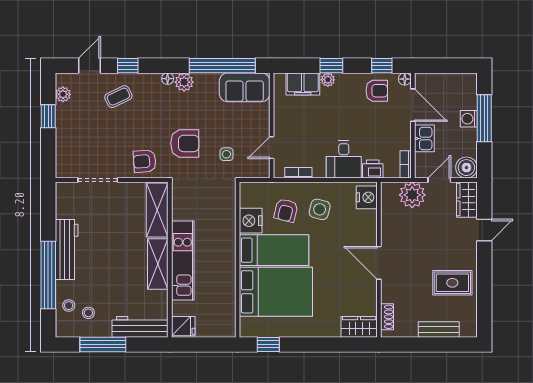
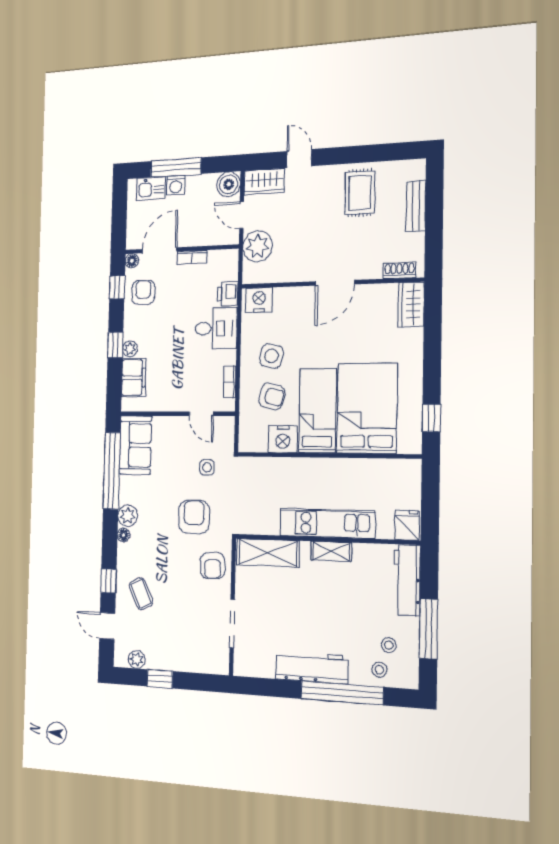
kitchen sink: (424, 138) -> (151, 188), moved, turned 180
bookcase: (406, 164) -> (192, 257), moved
shelving: (158, 264) -> (331, 551), width x0.67, depth x0.75

